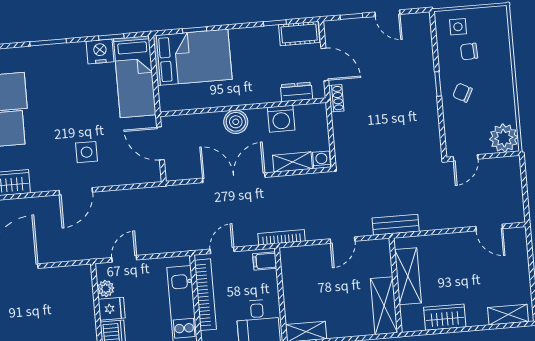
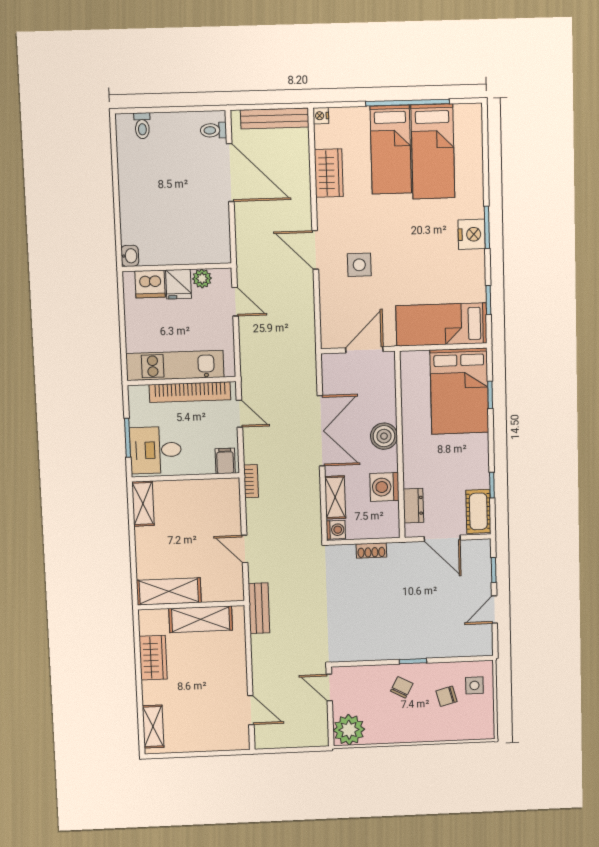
nightstand: (100, 51) -> (472, 234), moved
chair: (469, 52) -> (446, 696), turned -102
door: (325, 64) -> (442, 538), hinge flipped
shoe rack: (336, 98) -> (371, 550), moved
door: (489, 227) -> (251, 710), swing flipped
bookcase: (282, 237) -> (251, 481), width x0.64

